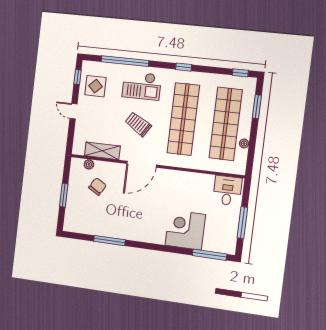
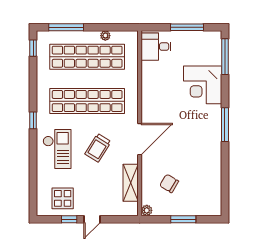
window: (125, 61) -> (33, 170), removed
window: (184, 67) -> (33, 120), moved
window: (78, 77) -> (69, 219), moved
window: (257, 107) -> (66, 27), width x1.44
plant: (89, 164) -> (147, 210), moved
door: (142, 164) -> (140, 139), hinge flipped
window: (109, 241) -> (225, 125), moved

